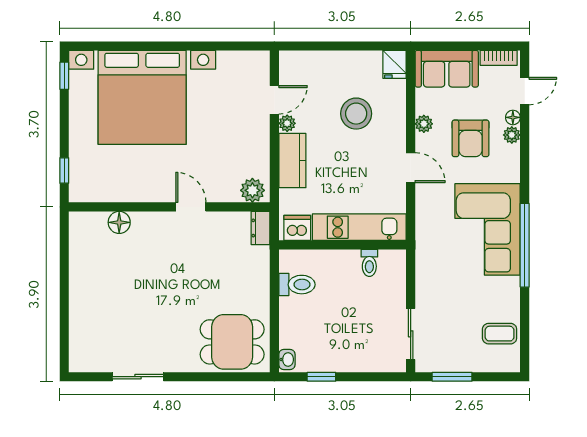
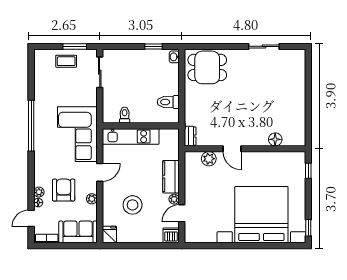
door: (411, 168) -> (100, 172), swing flipped
plant: (252, 190) -> (209, 159), moved
dishwasher: (297, 228) -> (171, 235), moved, turned 180
corner sofa: (488, 229) -> (77, 134), moved, turned 180
coffee table: (500, 334) -> (66, 61), moved

